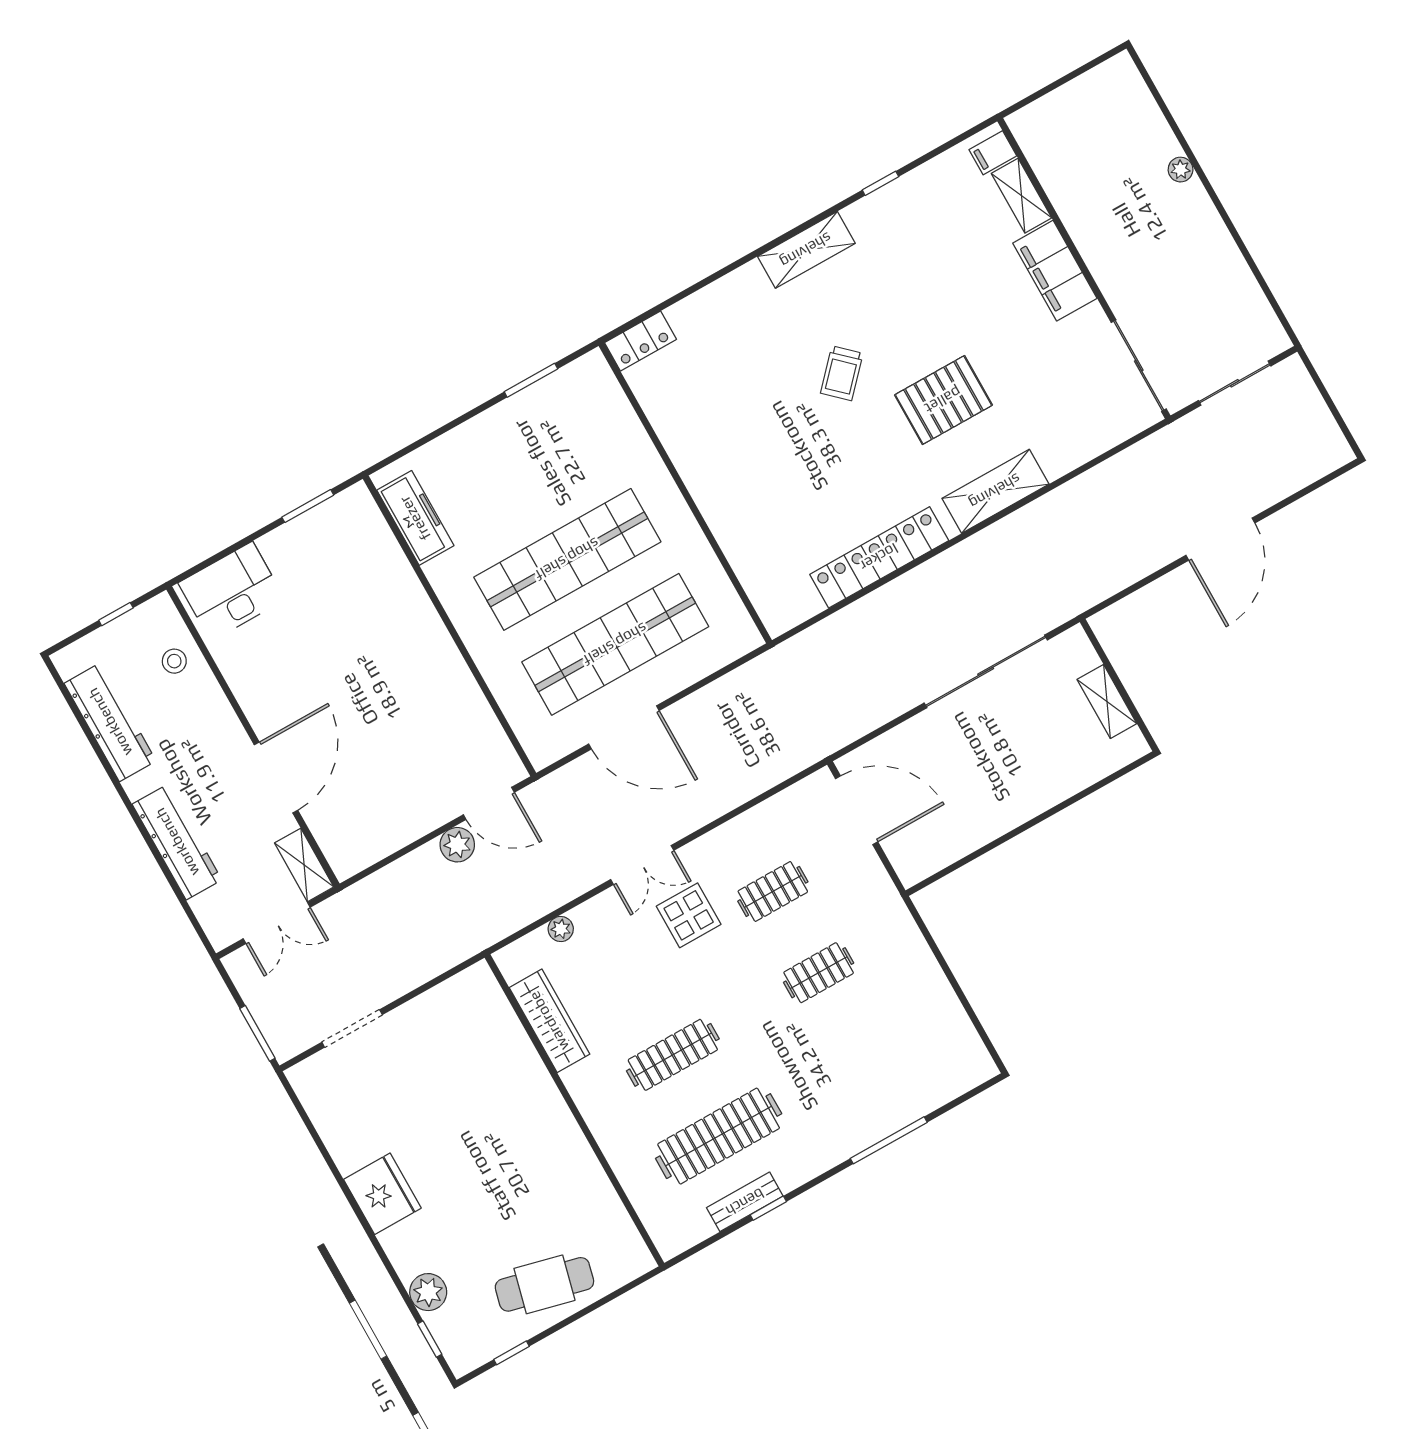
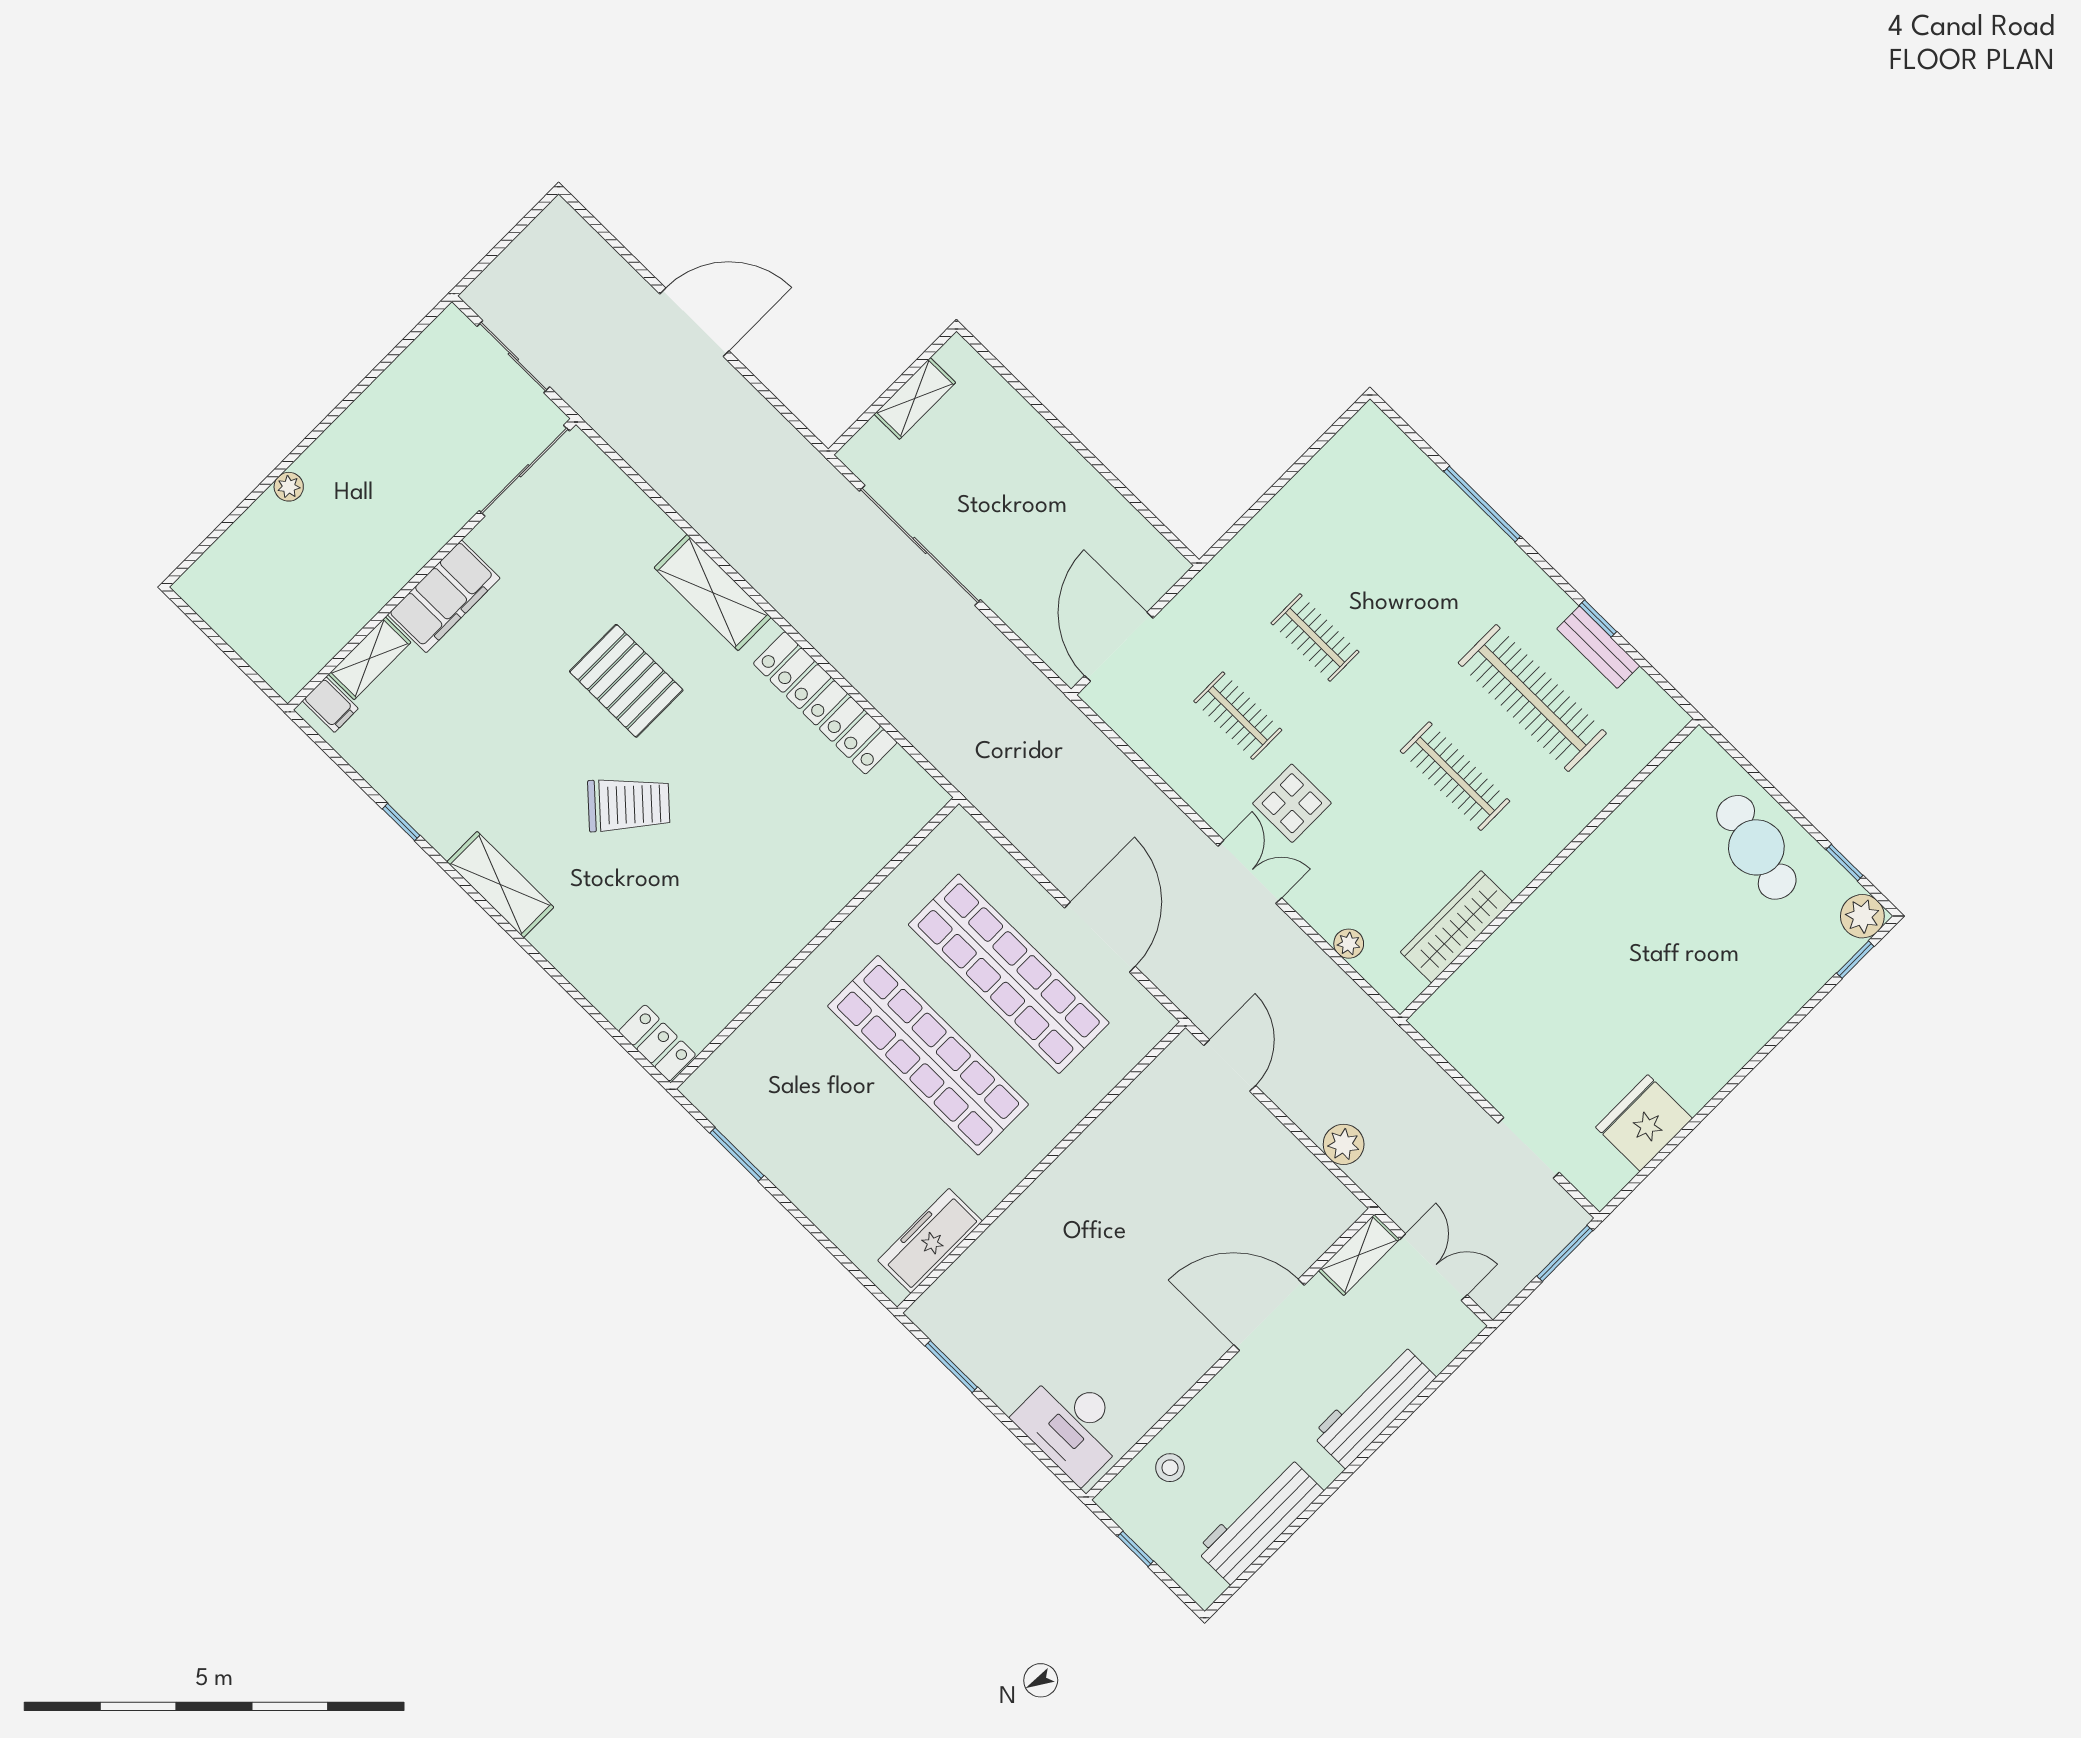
trolley: (842, 373) -> (629, 805), width x1.36, depth x1.39
plant: (457, 845) -> (1344, 1144), moved
fridge: (382, 1194) -> (1644, 1123), moved
plant: (428, 1292) -> (1862, 916), moved

